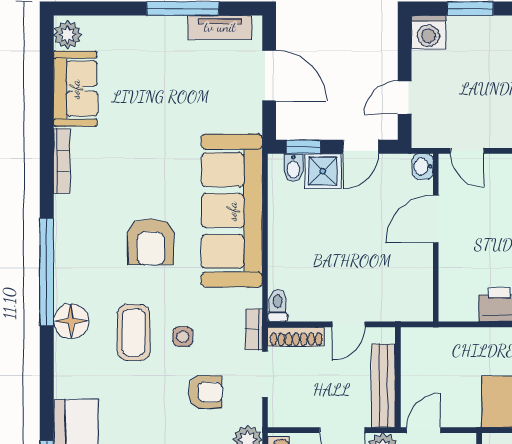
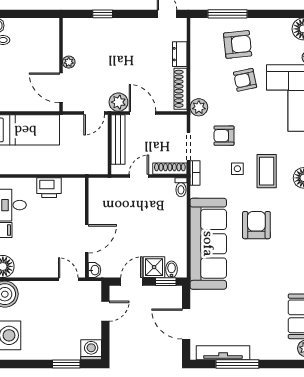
tv unit: (220, 27) -> (223, 353), width x1.41

